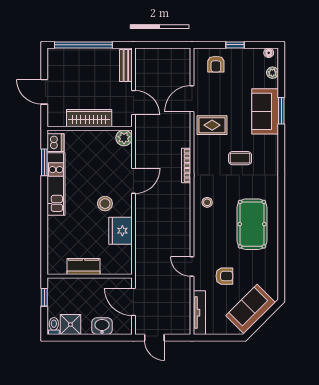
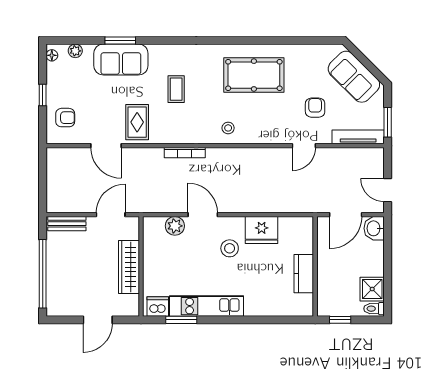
plant: (124, 138) -> (175, 226), moved
washbasin: (102, 326) -> (374, 228), moved
door: (154, 338) -> (388, 190), swing flipped
window: (212, 338) -> (388, 122), added

